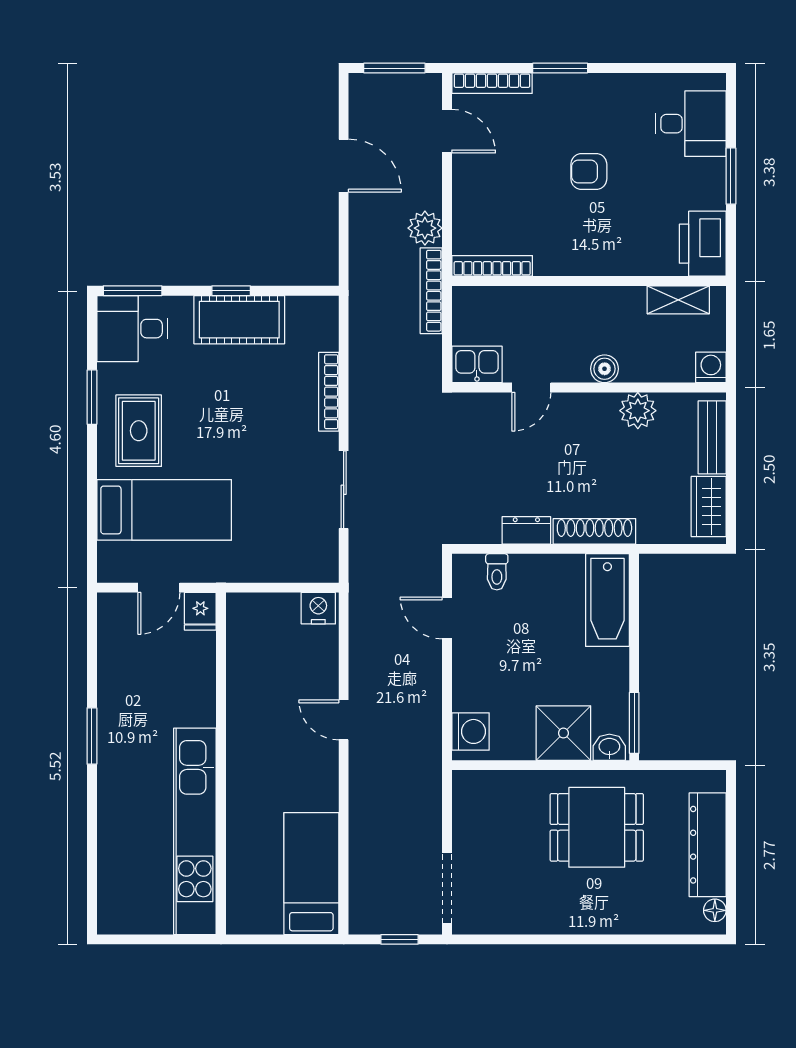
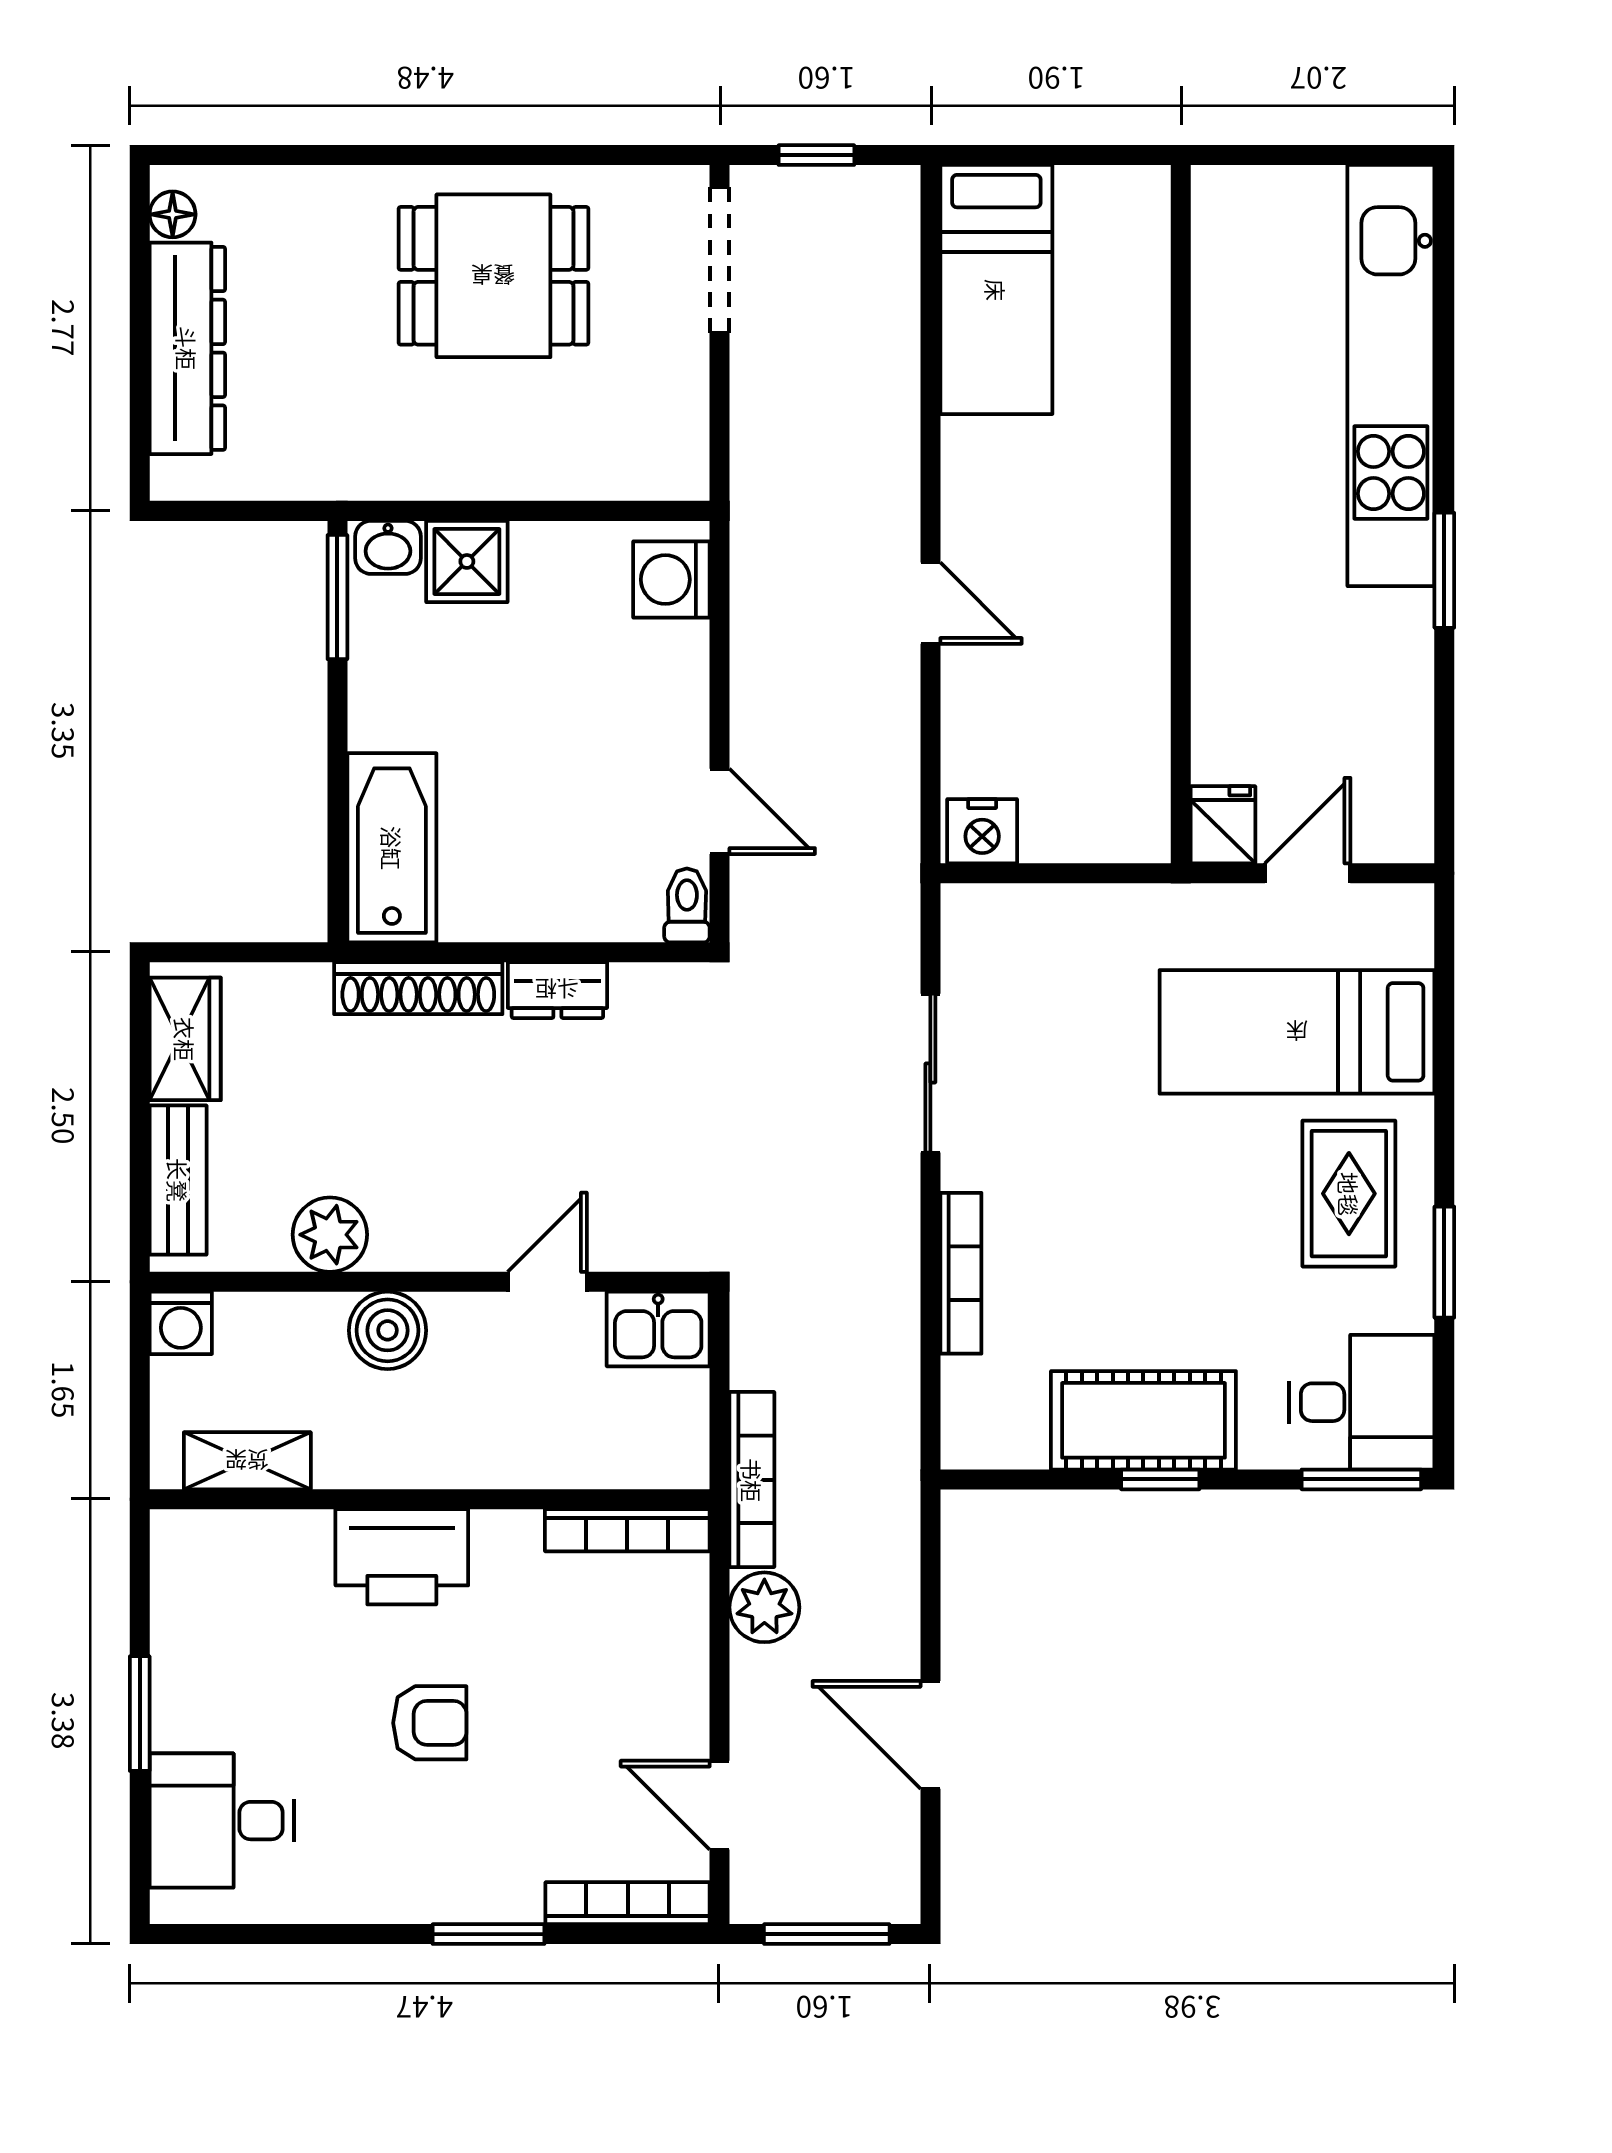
printer: (703, 244) -> (402, 1557), moved, turned 90
boiler: (605, 369) -> (388, 1330), width x1.36, depth x1.36
toilet: (497, 572) -> (687, 905), moved
shower: (563, 733) -> (467, 561), width x0.73, depth x0.73
dining table: (597, 827) -> (493, 276), moved
kitchen unit: (195, 831) -> (1391, 376), moved, turned 180

